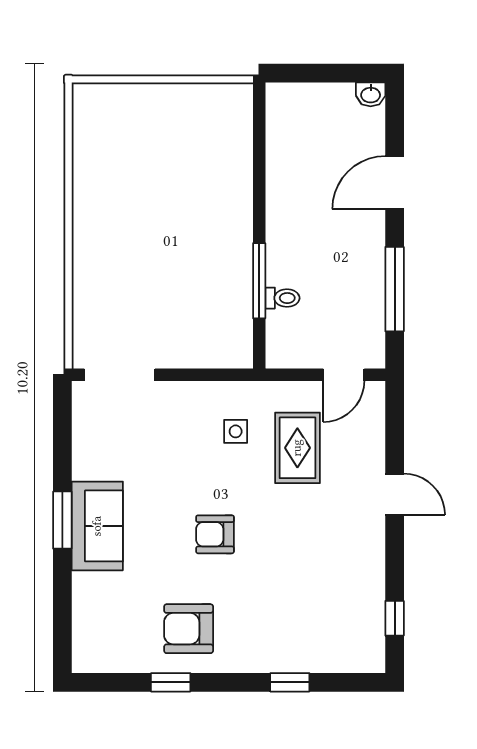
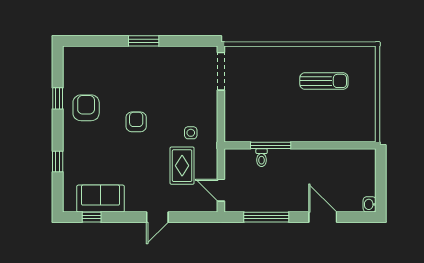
sun lounger: (138, 180) -> (324, 81), added
rug: (297, 448) -> (182, 166), turned 90
sofa: (97, 526) -> (101, 199), moved, turned 180

